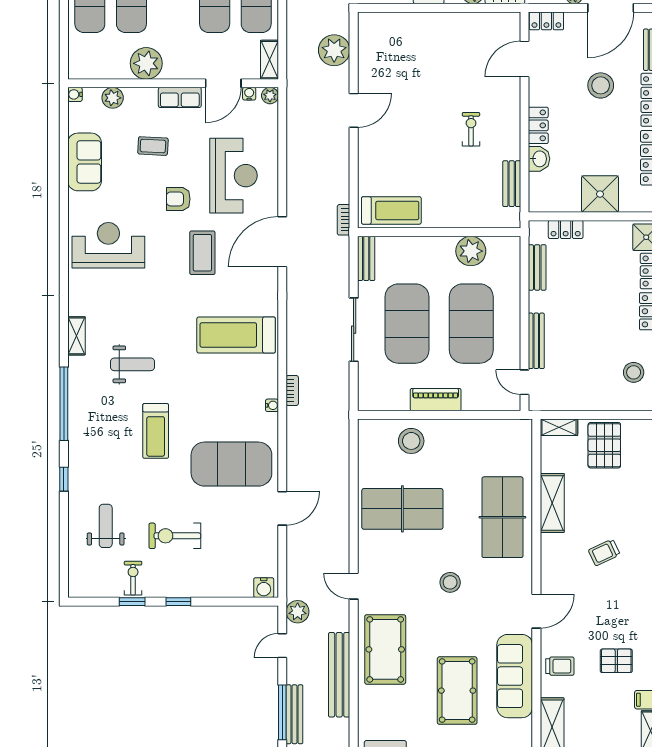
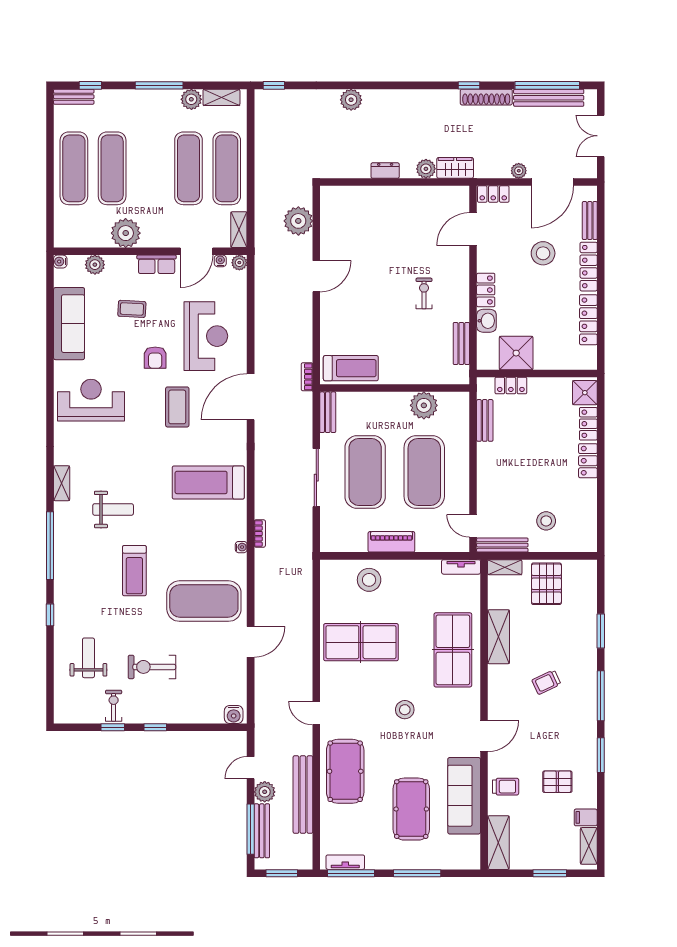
sofa: (85, 162) -> (69, 324), width x1.36
shower: (600, 194) -> (516, 353), moved
armchair: (178, 199) -> (155, 358), turned -90
bench: (536, 341) -> (502, 545), moved, turned 90
stool: (634, 372) -> (546, 521), moved
tv unit: (511, 427) -> (461, 567), added
plant: (298, 612) -> (265, 792), moved

